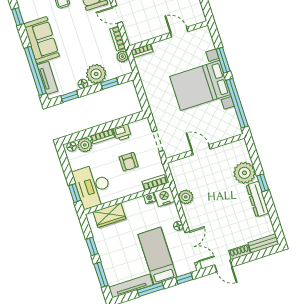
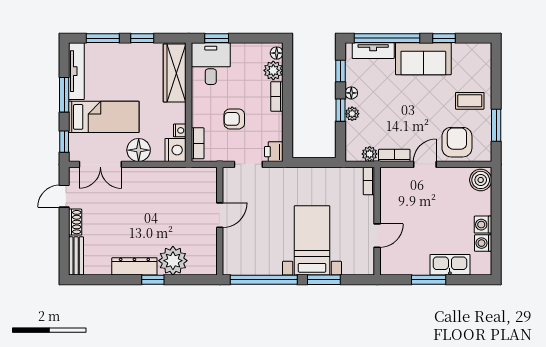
window: (18, 17) -> (444, 38), moved
plant: (96, 74) -> (352, 114), width x0.53, depth x0.53
window: (109, 84) -> (341, 110), moved
bed with nightstands: (200, 85) -> (312, 240), width x0.73
printer: (122, 132) -> (274, 152), moved
desk: (93, 186) -> (211, 64), width x0.73
plant: (186, 197) -> (166, 177), removed
wardrobe: (109, 215) -> (175, 73), width x1.50
floor lamp: (178, 226) -> (139, 150), width x1.89, depth x1.89

